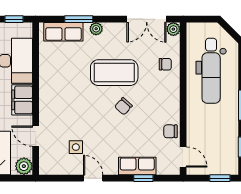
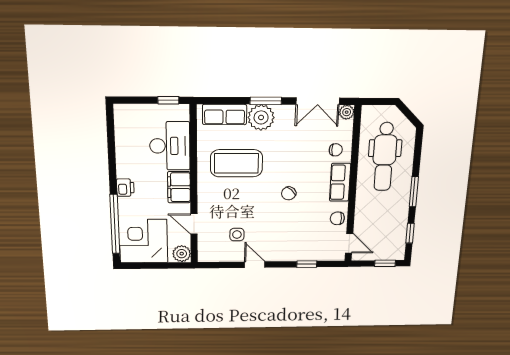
window: (79, 19) -> (266, 101), moved
plant: (96, 29) -> (261, 117), width x1.88, depth x1.88
coffee table: (114, 73) -> (236, 163), moved
row of seats: (137, 166) -> (340, 182), moved, turned -90

